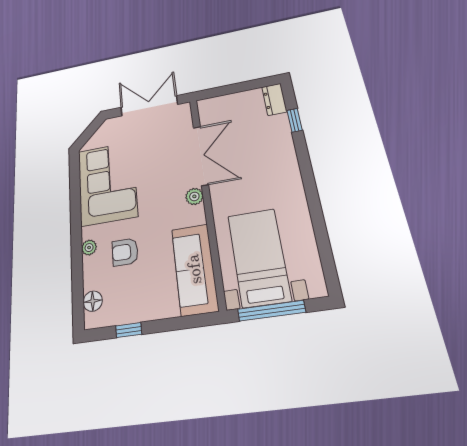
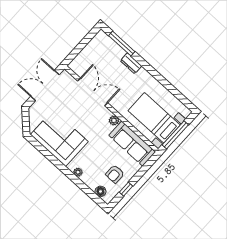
dresser: (274, 99) -> (131, 63), moved
window: (295, 120) -> (122, 44), width x2.17
plant: (194, 196) -> (114, 120), moved
armchair: (125, 252) -> (115, 174), moved

